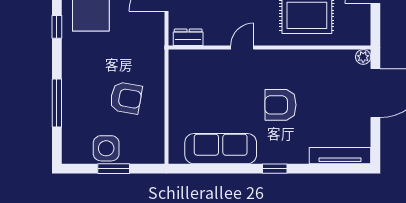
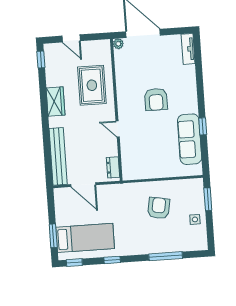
side table: (106, 148) -> (195, 219), width x0.54, depth x0.54
tv unit: (340, 156) -> (188, 49), width x0.71
window: (114, 169) -> (208, 199), moved
window: (275, 169) -> (203, 126), moved

